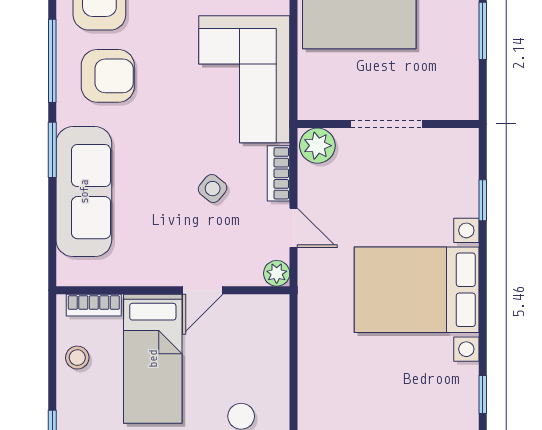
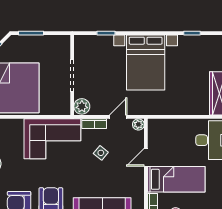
door: (203, 290) -> (146, 157), swing flipped

